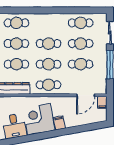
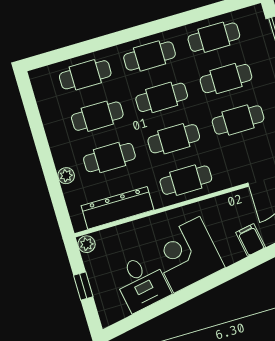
cafe table: (49, 23) -> (150, 56), added
filing cabinet: (59, 123) -> (251, 240), moved

